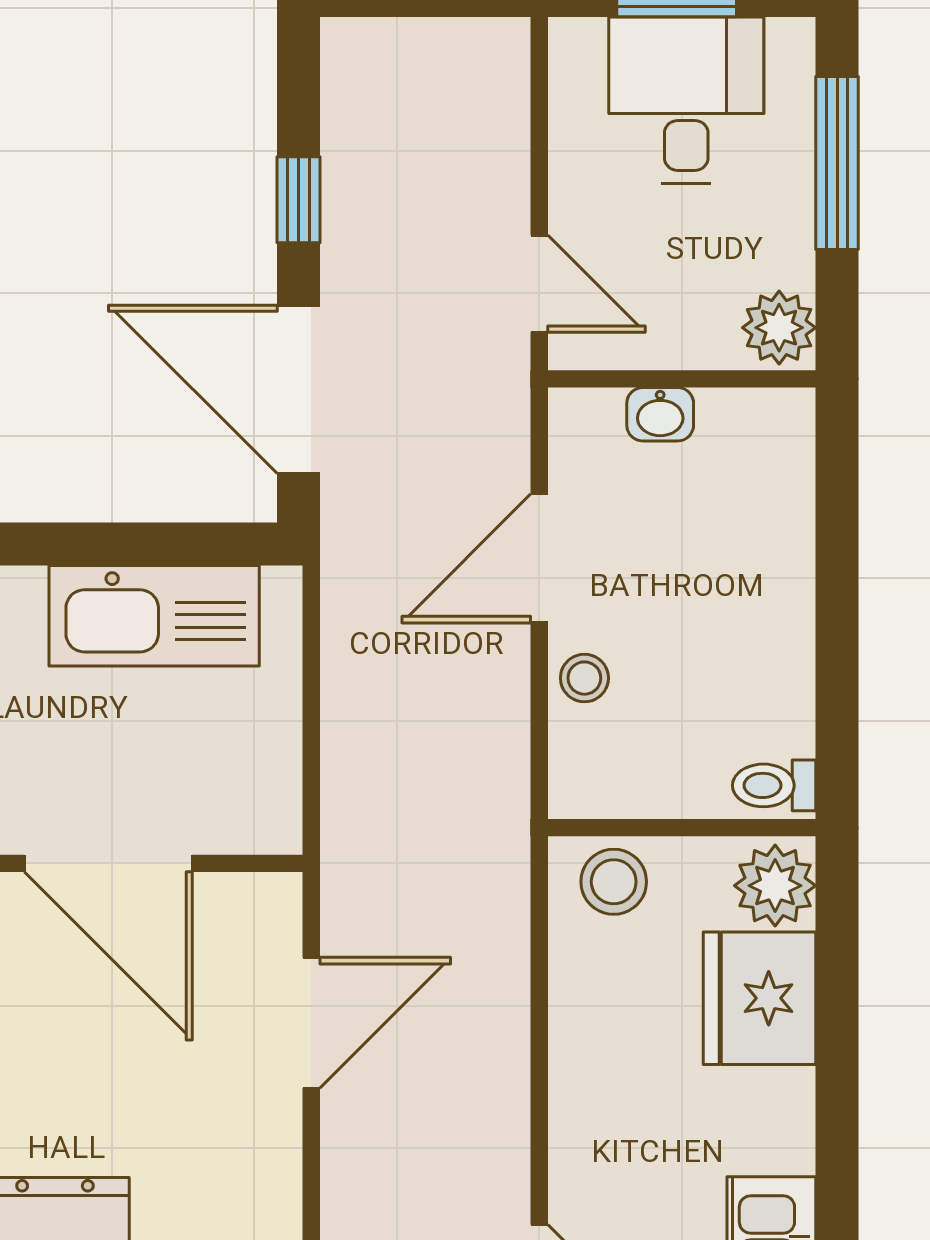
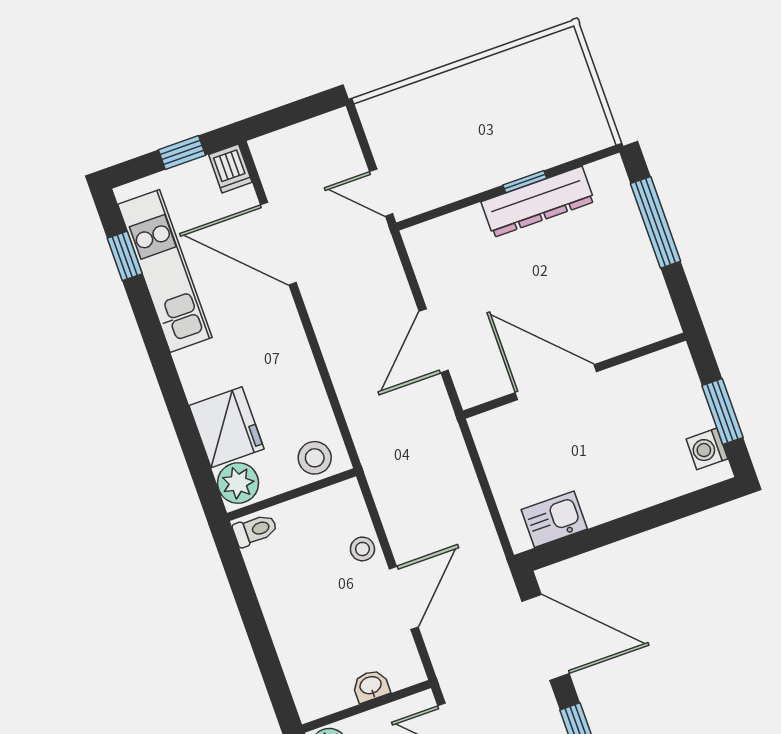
kitchen sink: (154, 616) -> (554, 519), width x0.53, depth x0.81

